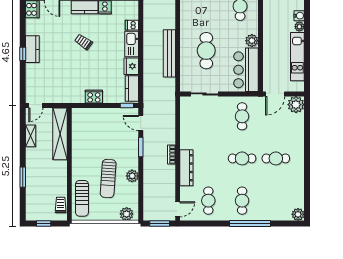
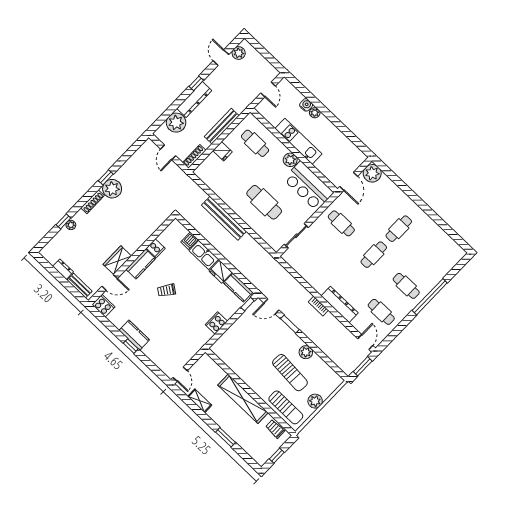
bench: (169, 53) -> (224, 218), moved
kitchen unit: (297, 57) -> (298, 141), moved, turned 180
shelving: (60, 134) -> (243, 399), moved
plant: (127, 214) -> (315, 401), moved
plant: (298, 214) -> (458, 253), removed

